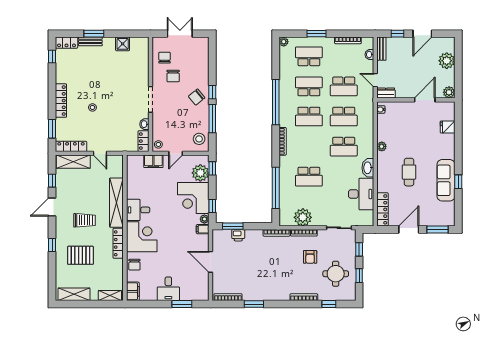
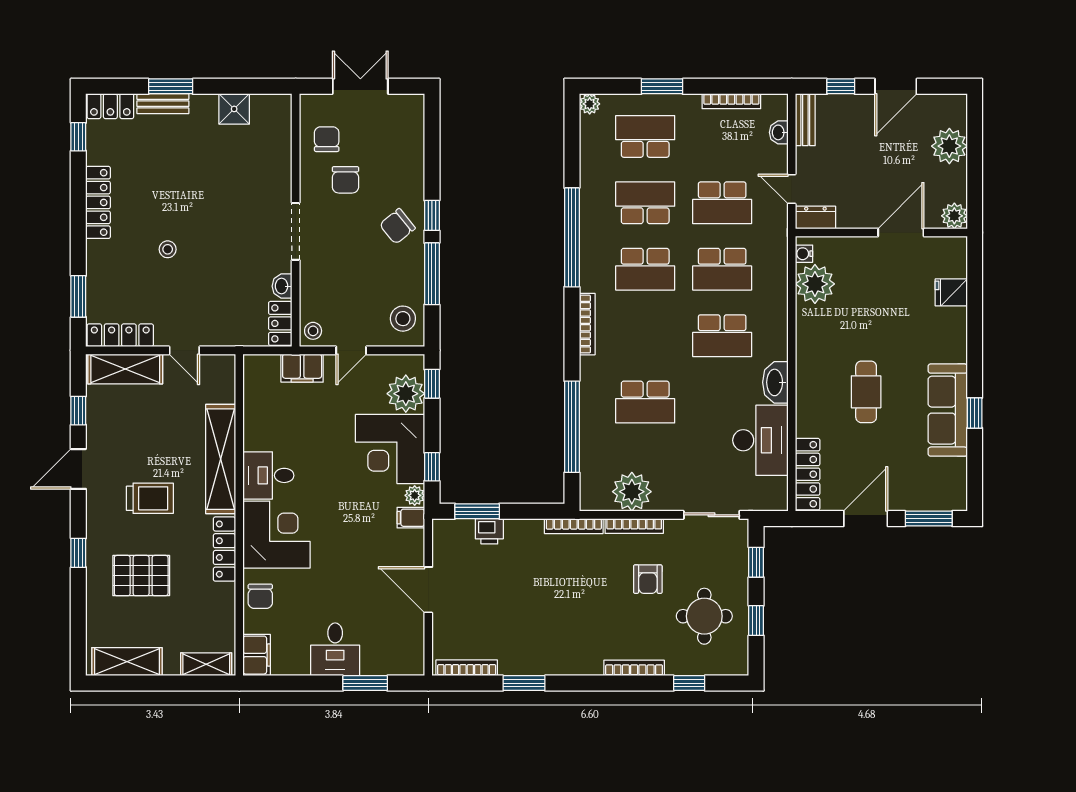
locker: (61, 101) -> (98, 202), moved
plant: (382, 146) -> (815, 284), moved, width x1.87, depth x1.87

